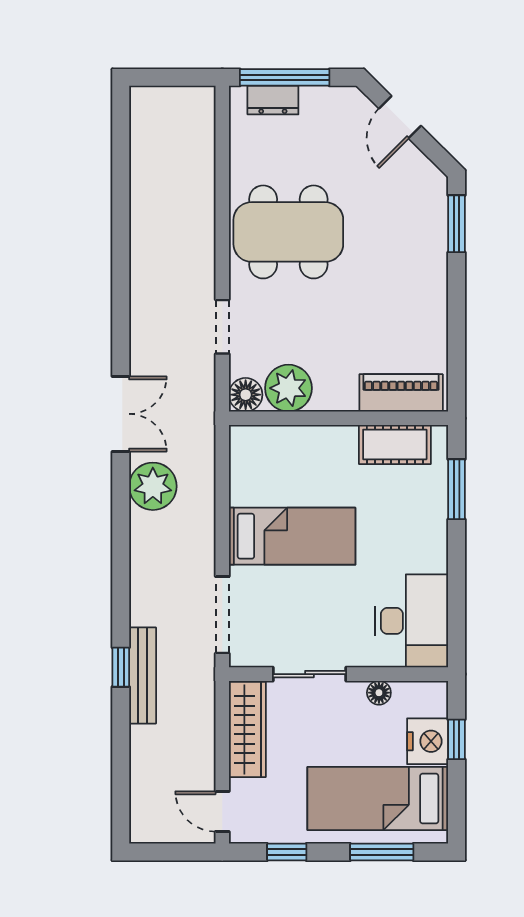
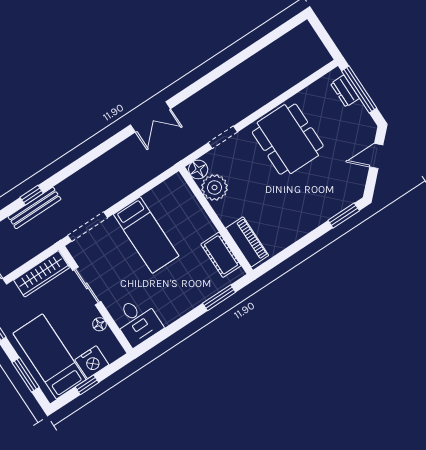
plant: (153, 486) -> (126, 154), removed
desk: (412, 621) -> (137, 321), width x0.73
window: (457, 739) -> (87, 385), moved

